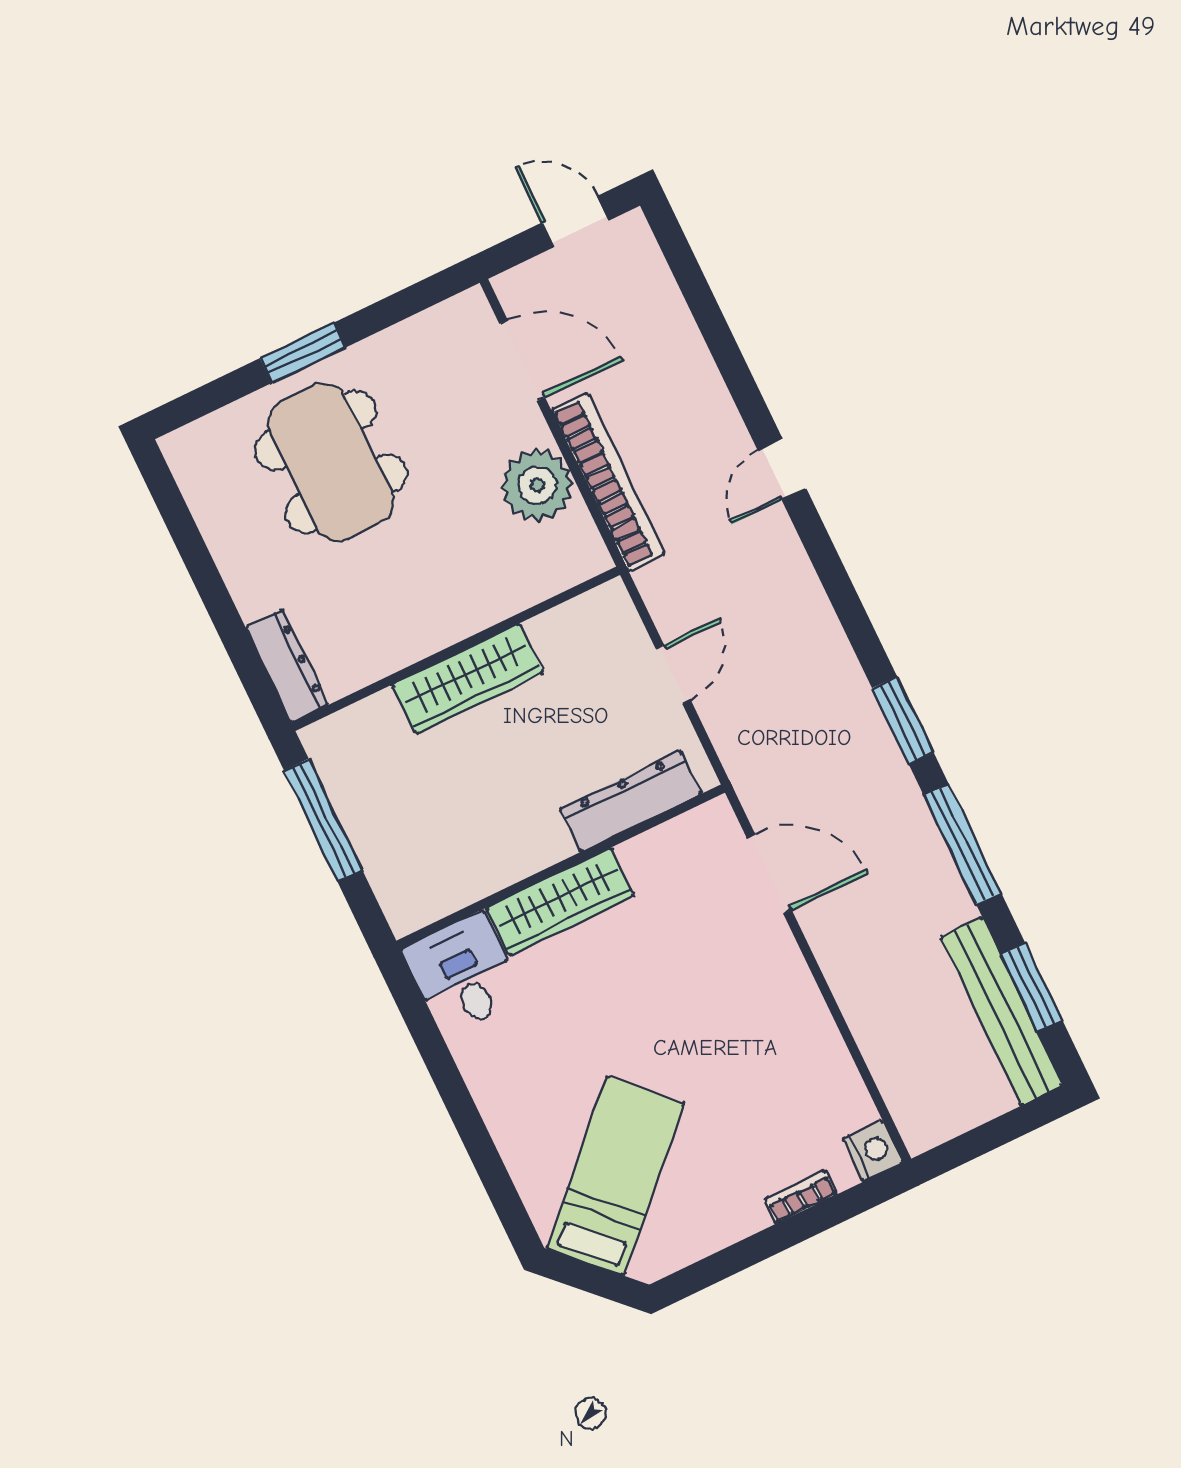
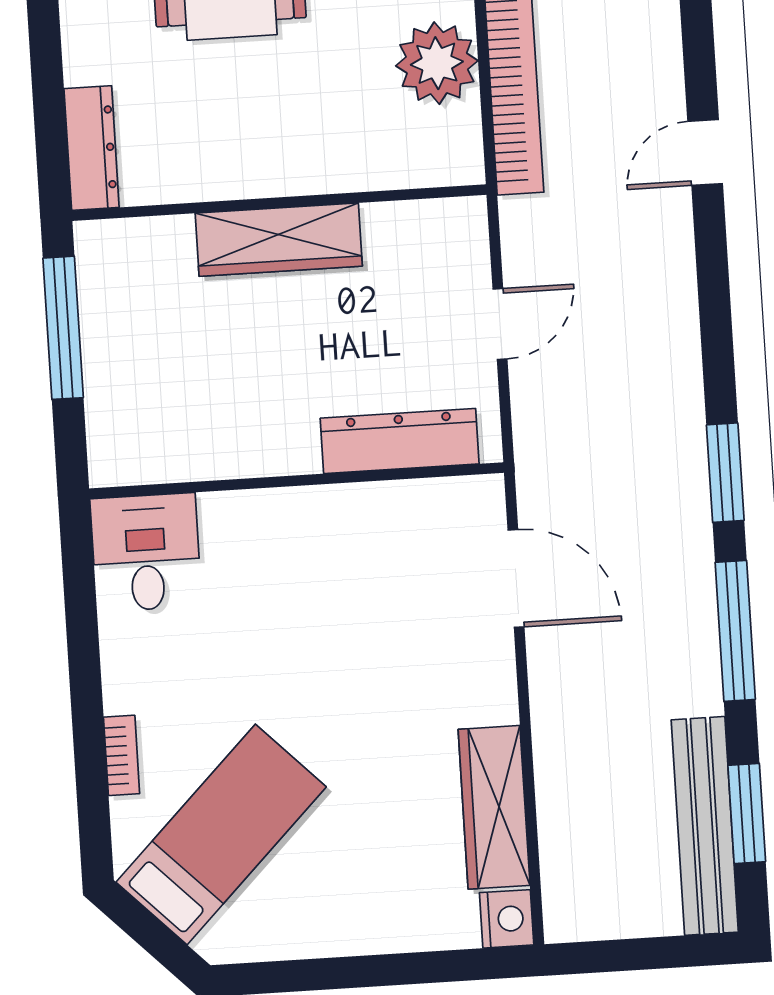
wardrobe: (560, 902) -> (494, 807), moved, turned 90
bookcase: (801, 1197) -> (122, 755), moved, turned 90

